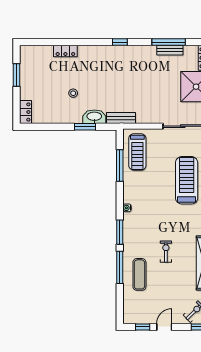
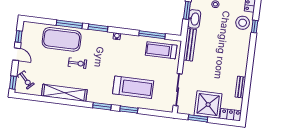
window: (120, 42) -> (255, 27), moved
window: (169, 42) -> (247, 87), removed
stool: (91, 57) -> (243, 23), added
bench: (121, 118) -> (190, 45), width x1.36
exercise mat: (139, 274) -> (62, 39), width x2.00, depth x1.45

